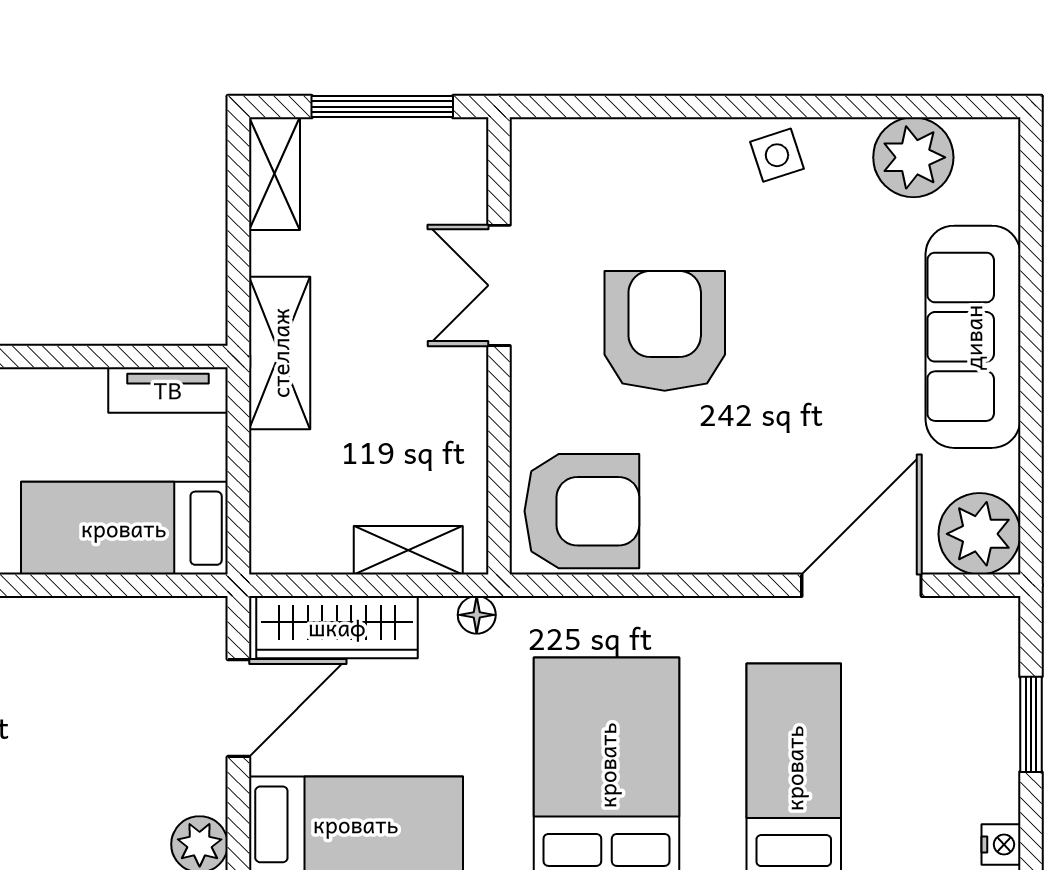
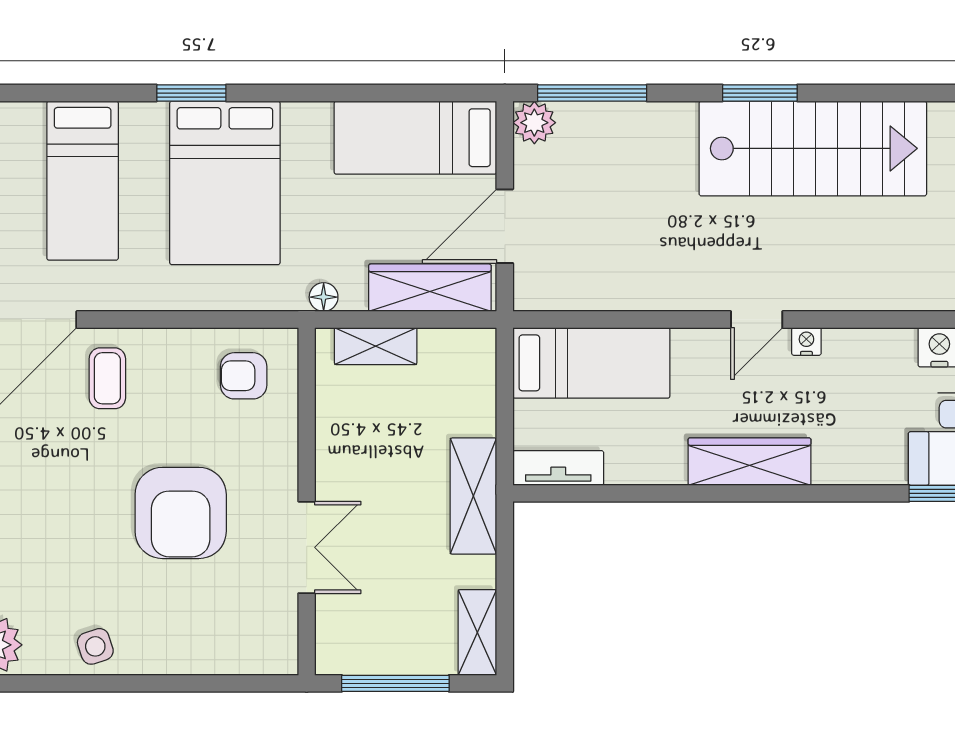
coffee table: (761, 508) -> (107, 378), added
armchair: (582, 511) -> (244, 376), width x0.53, depth x0.53

